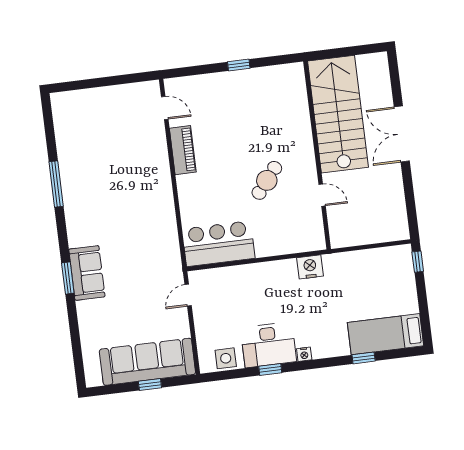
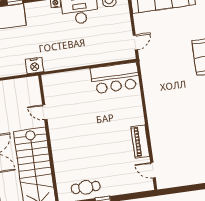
cafe table: (267, 180) -> (86, 187), moved, turned 51
nightstand: (310, 267) -> (34, 65), moved

